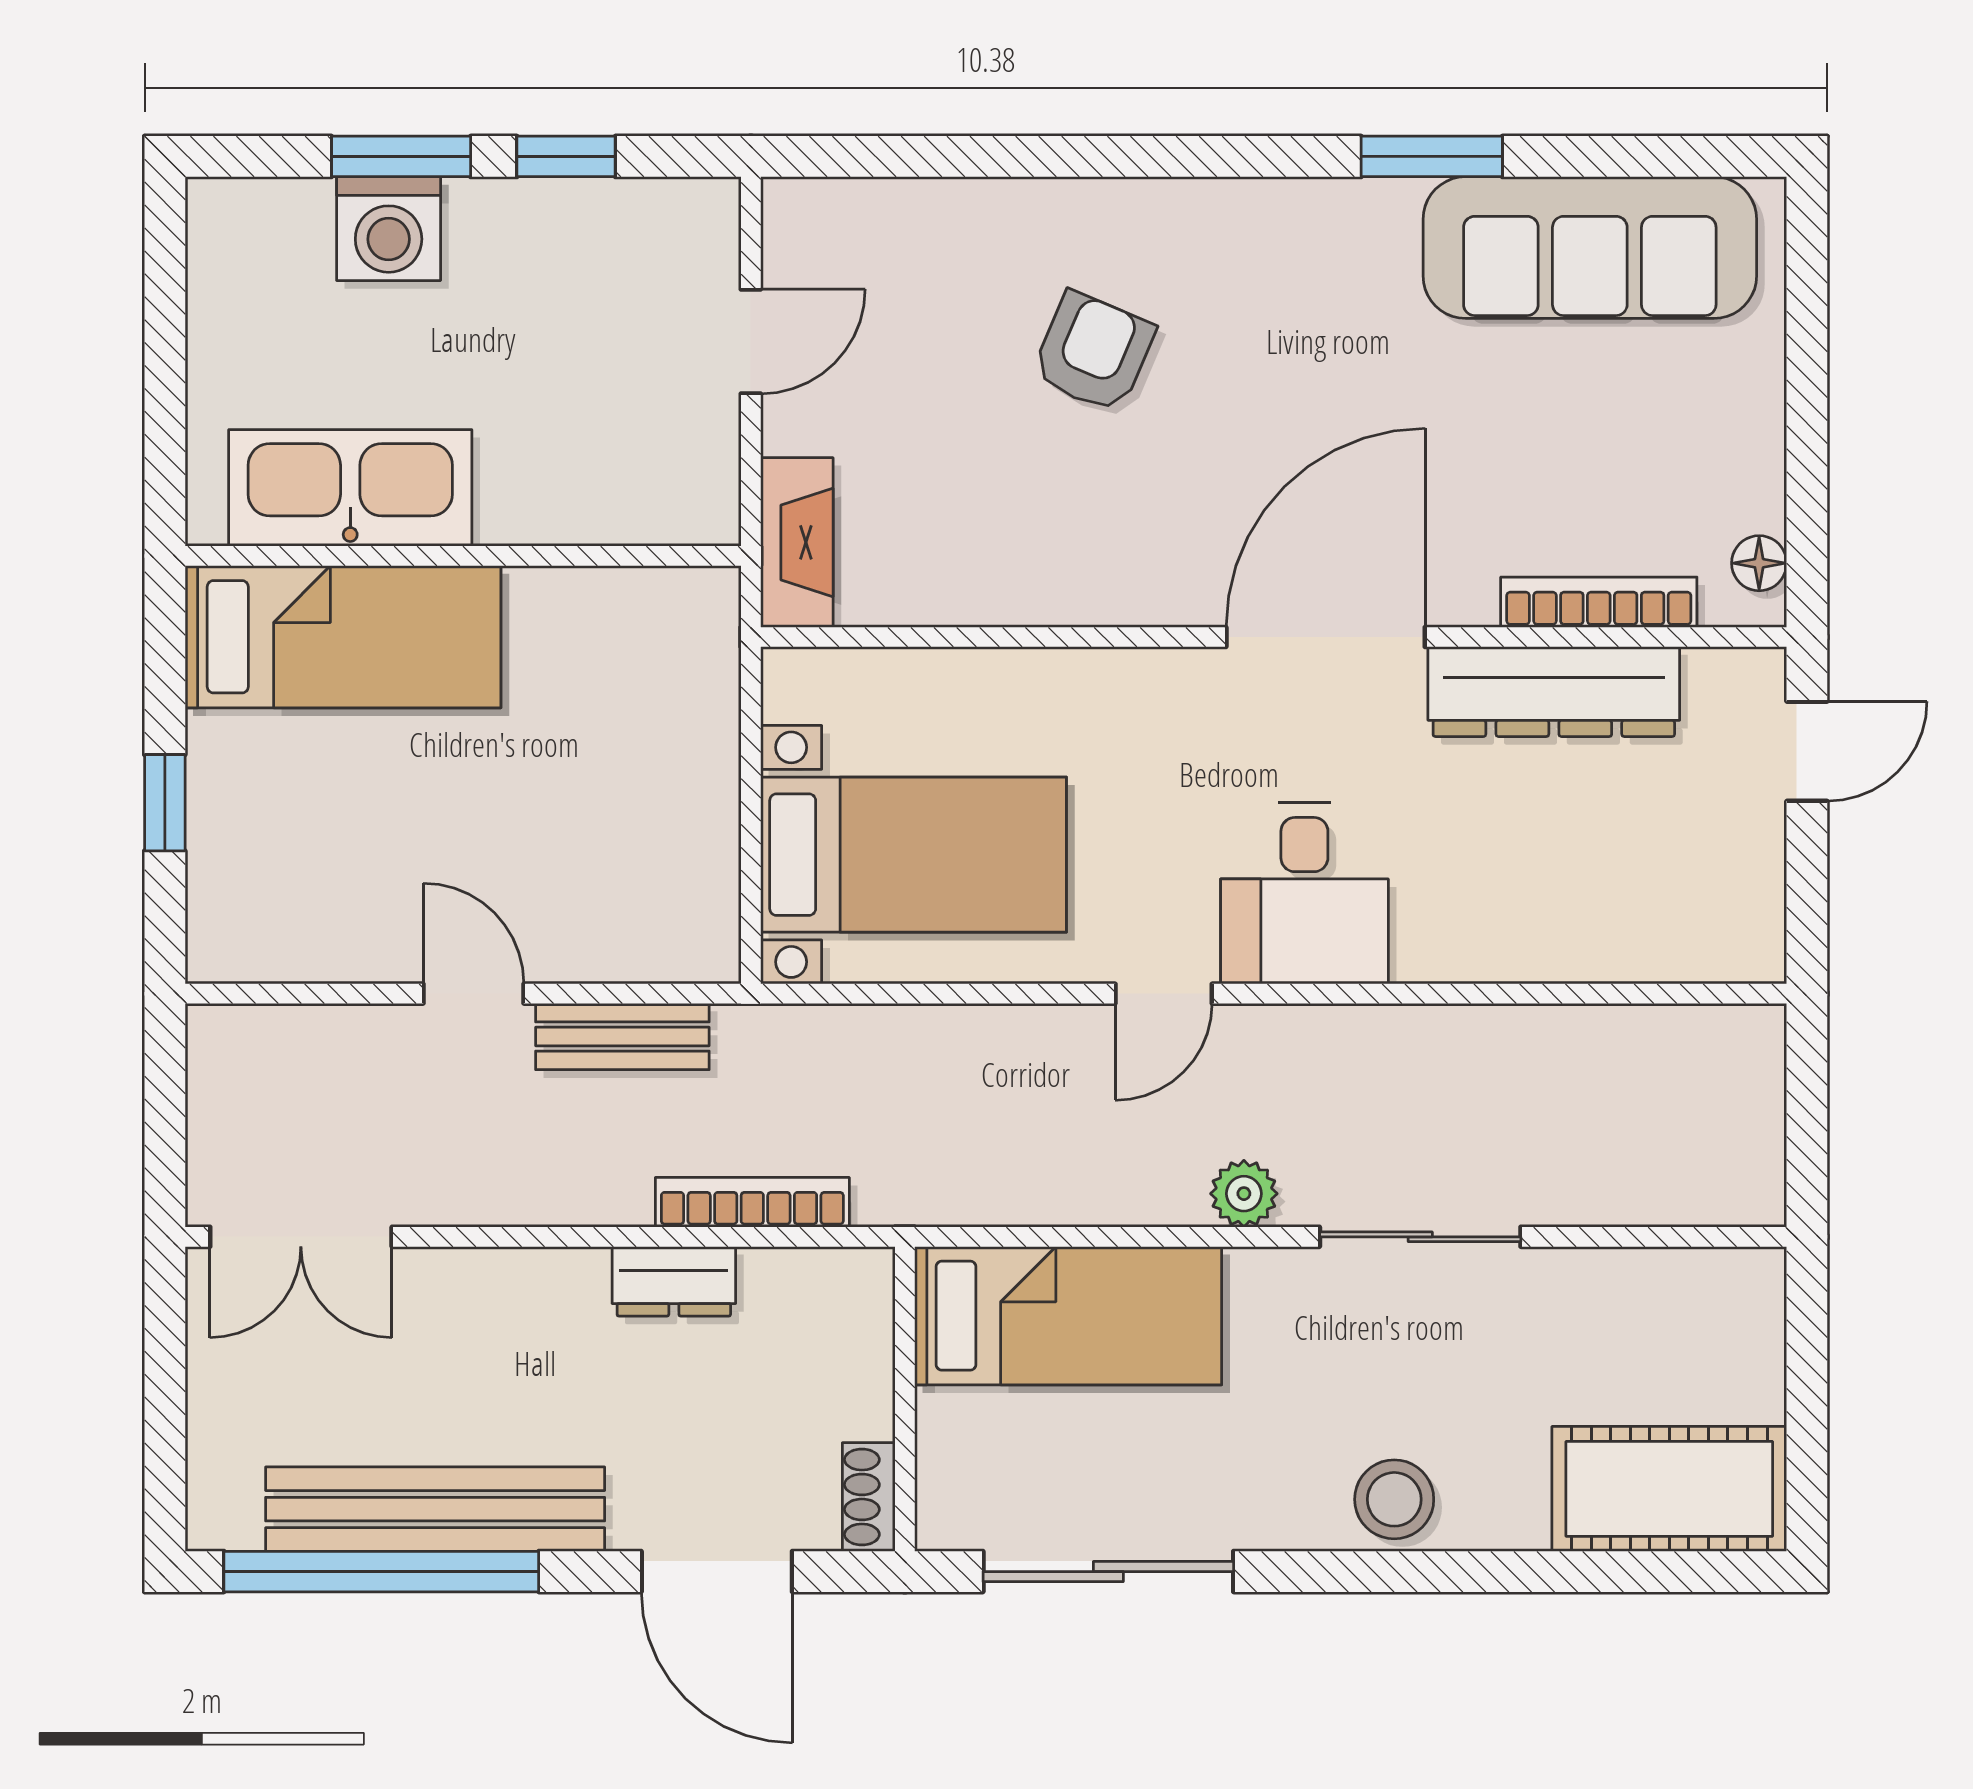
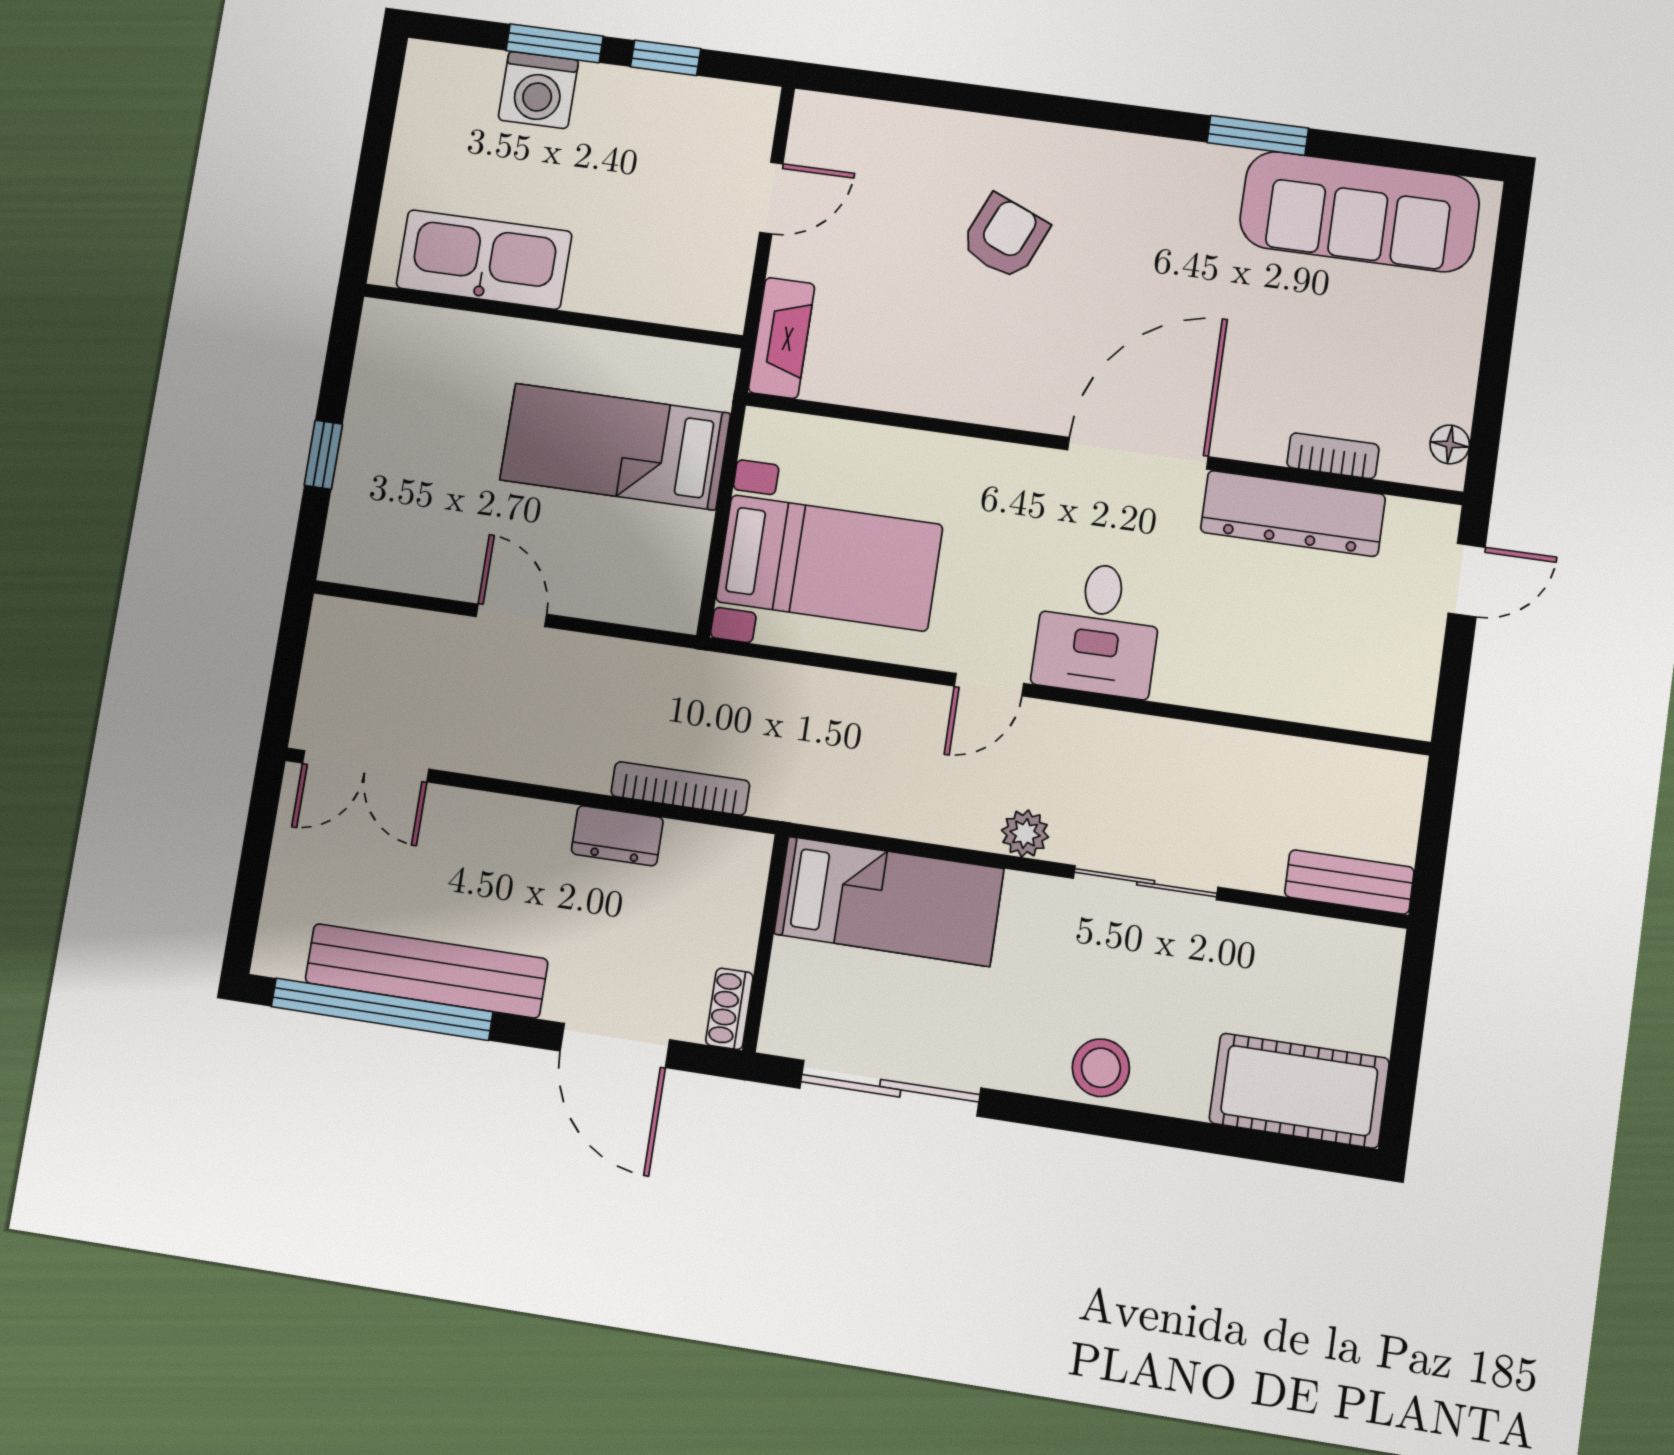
bookcase: (1599, 602) -> (1333, 456), width x0.64
bed: (343, 637) -> (615, 447), moved, turned 180
bench: (622, 1037) -> (1349, 882), moved

